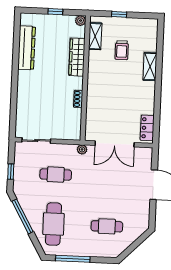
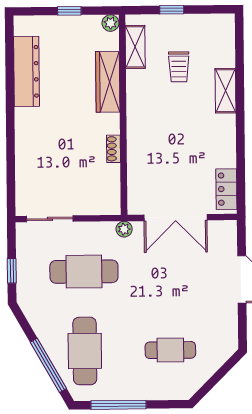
cafe table: (56, 175) -> (84, 272), width x1.37, depth x1.35
window: (23, 216) -> (48, 365), moved

